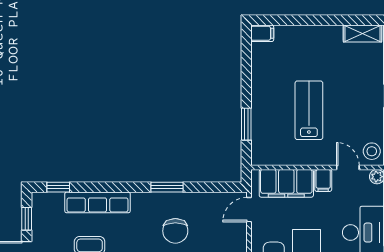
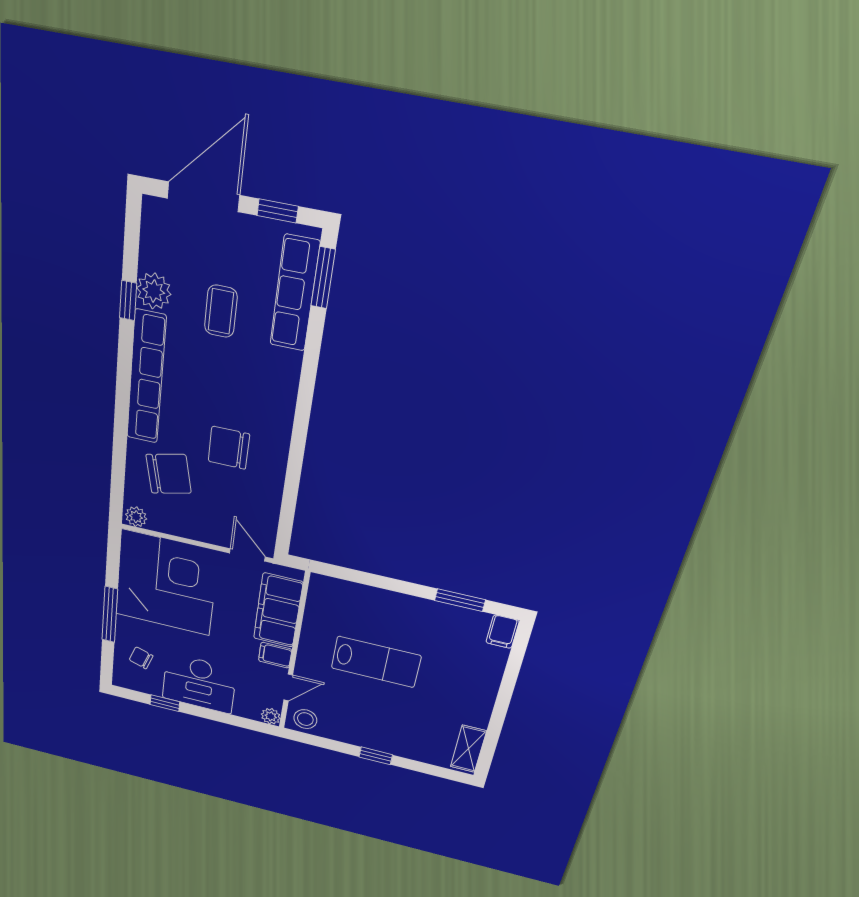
window: (246, 124) -> (460, 600), moved
window: (58, 187) -> (323, 278), width x1.50
window: (167, 187) -> (297, 450), removed
row of seats: (97, 202) -> (295, 294), moved

